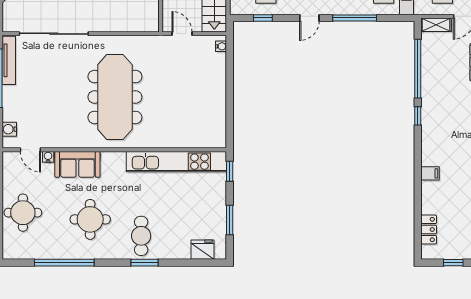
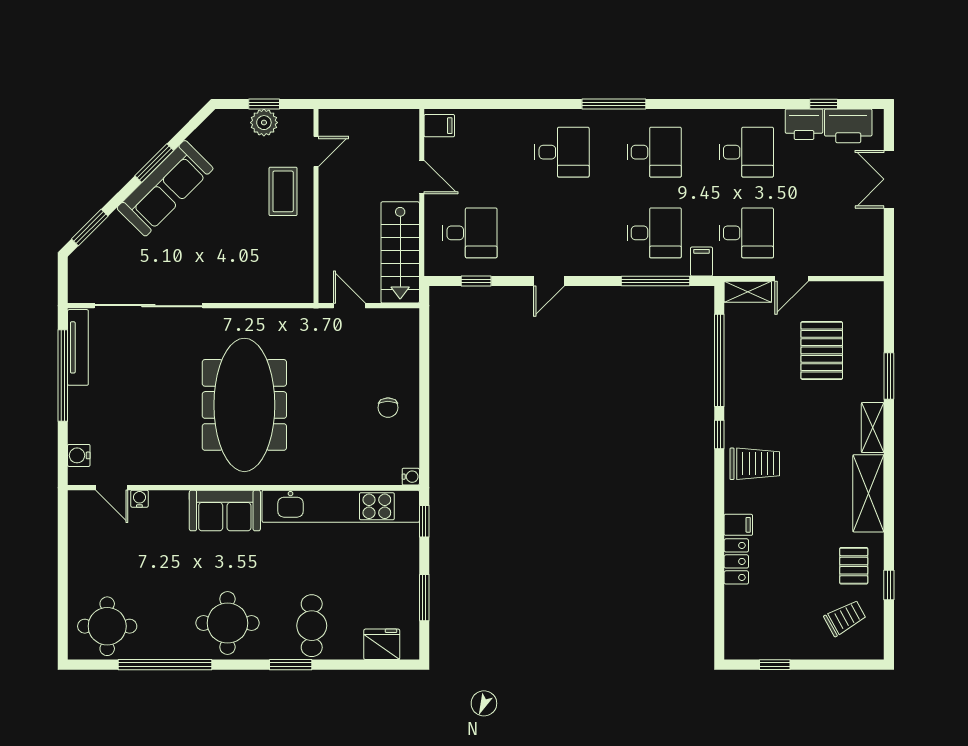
window: (355, 18) -> (655, 281), moved
water cooler: (221, 46) -> (411, 477), moved
chair: (207, 99) -> (388, 408), added
trolley: (440, 135) -> (755, 464), added
sofa: (77, 164) -> (225, 511), moved
round table: (23, 213) -> (107, 626), moved
round table: (90, 219) -> (227, 623), moved
locker: (429, 230) -> (736, 561), moved
cafe table: (141, 236) -> (312, 626), moved

